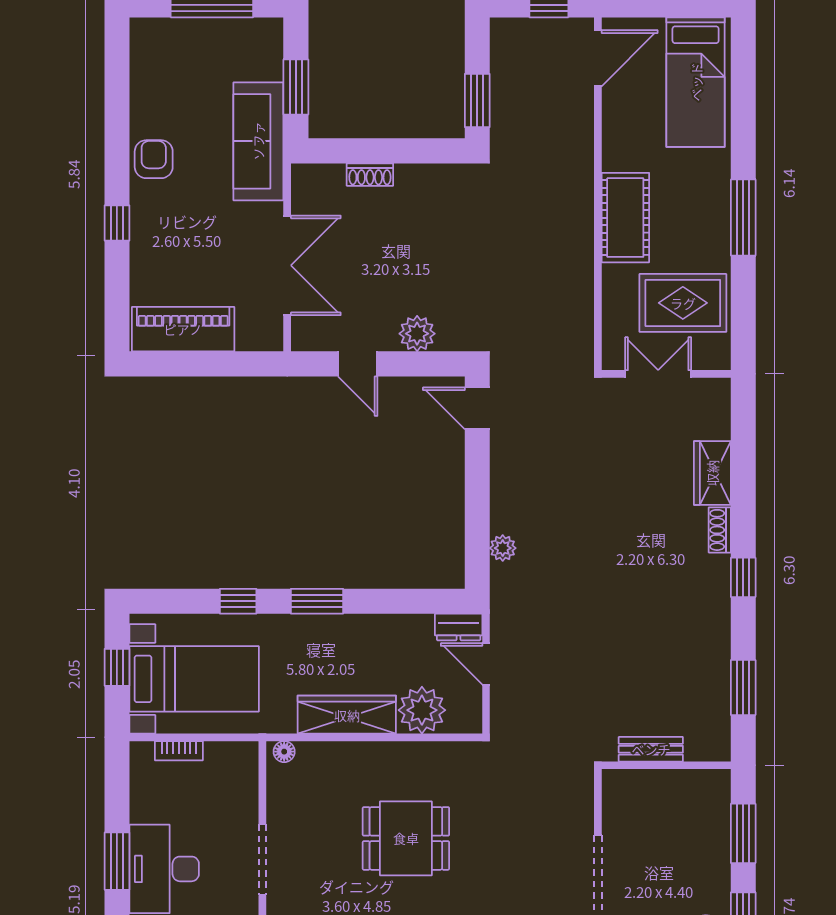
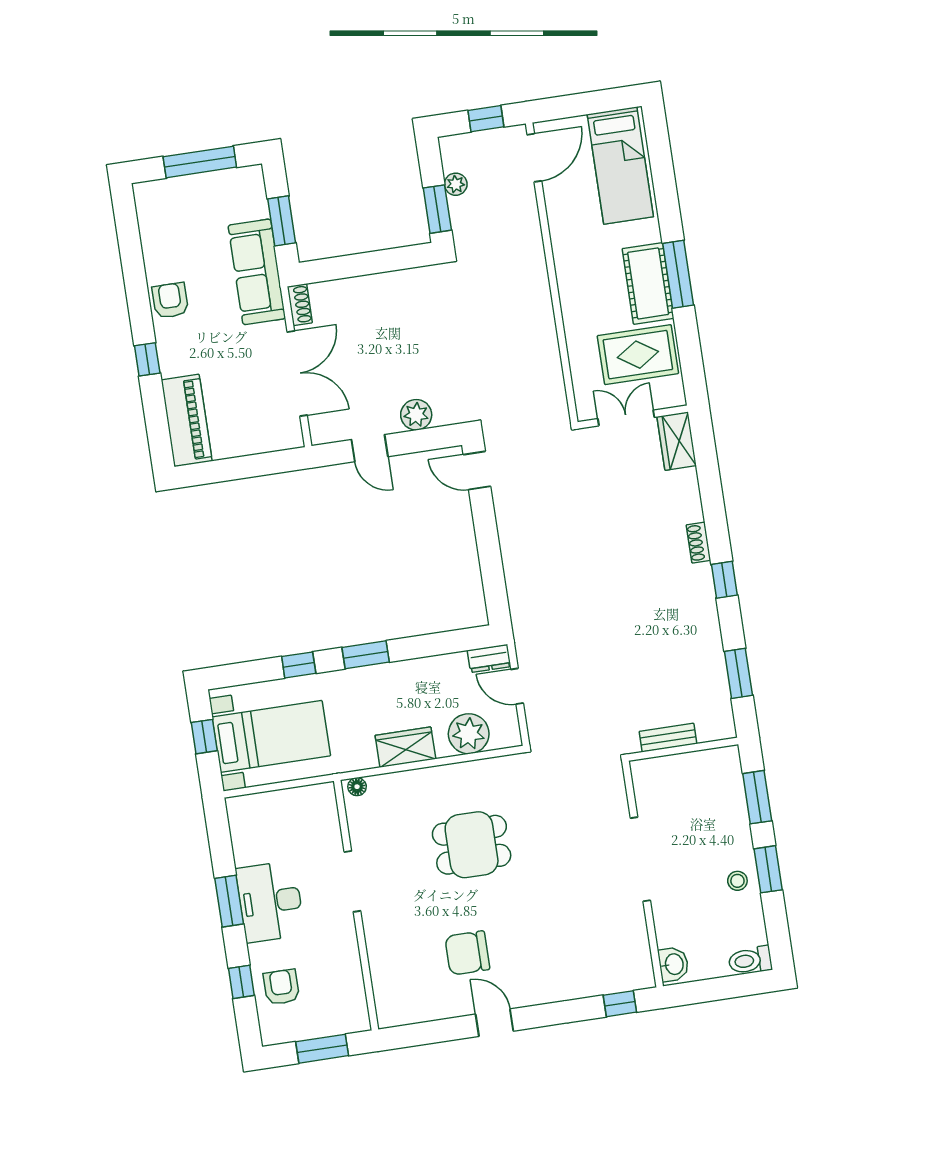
shoe rack: (370, 175) -> (300, 305), moved, turned -90
cot: (625, 218) -> (648, 283), moved
piano: (183, 329) -> (187, 420), moved, turned 90
wardrobe: (712, 473) -> (677, 441), moved
plant: (503, 548) -> (456, 184), moved
wardrobe: (347, 715) -> (405, 747), width x0.67
bookcase: (179, 751) -> (268, 799), removed

